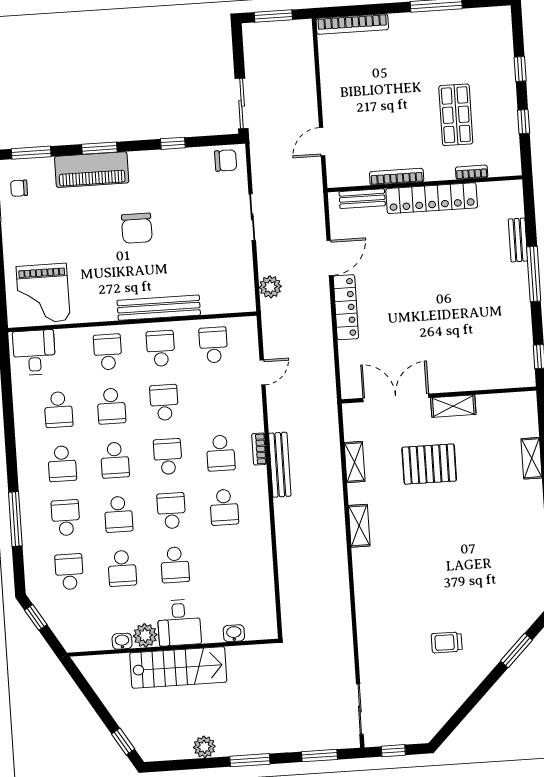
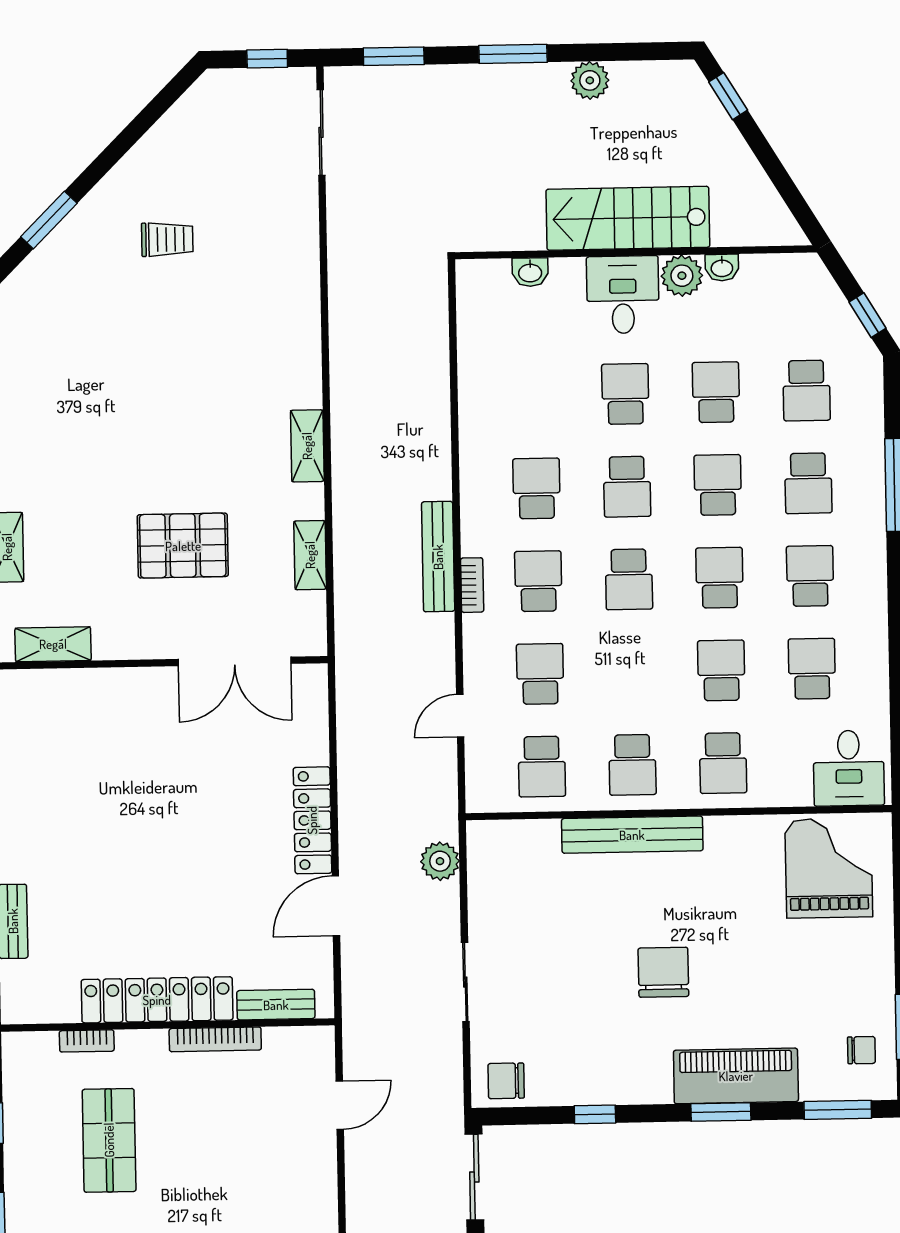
school desk: (164, 403) -> (540, 674), moved, turned 180
shelving: (453, 406) -> (53, 644), moved

